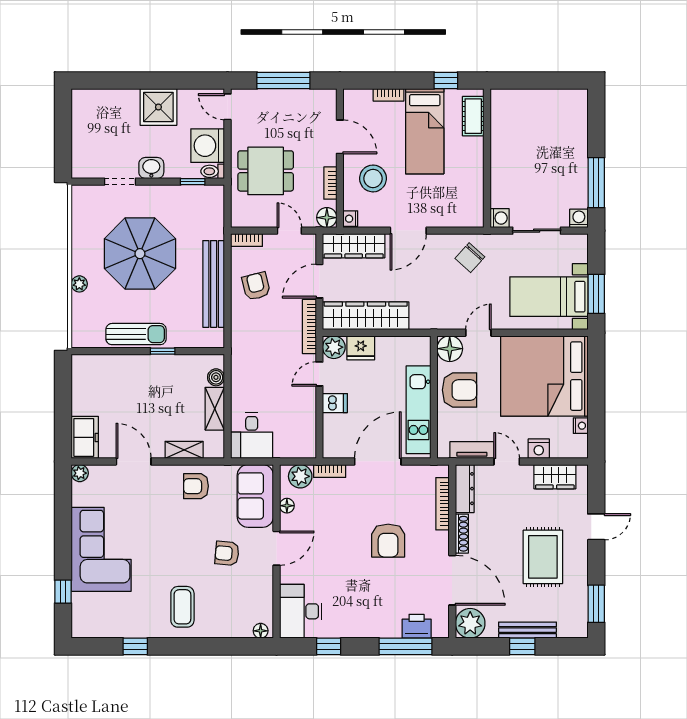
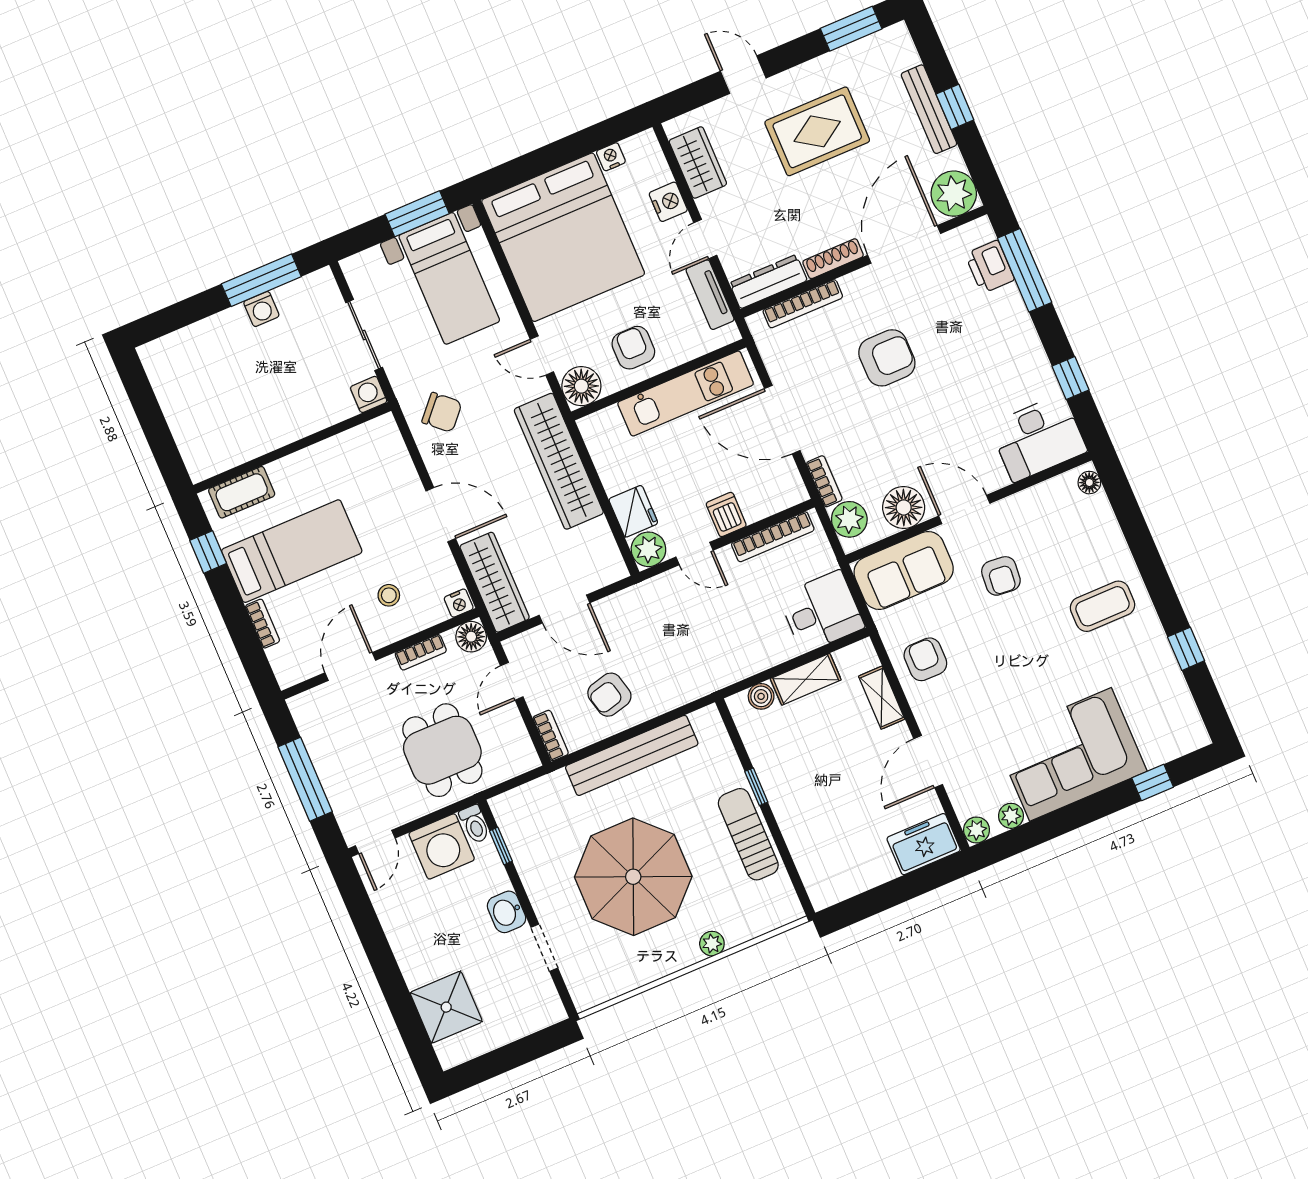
shower: (158, 107) -> (446, 1007), moved
stool: (373, 178) -> (389, 595), width x0.53, depth x0.53
washing machine: (579, 218) -> (261, 309), moved, turned -90
wardrobe: (366, 316) -> (559, 461), moved
bookcase: (309, 327) -> (773, 537), moved
armchair: (460, 390) -> (633, 348), width x0.72, depth x0.72
armchair: (196, 486) -> (925, 659), turned 180
plant: (79, 498) -> (1011, 816), added
floor lamp: (287, 506) -> (904, 507), width x1.89, depth x1.89

